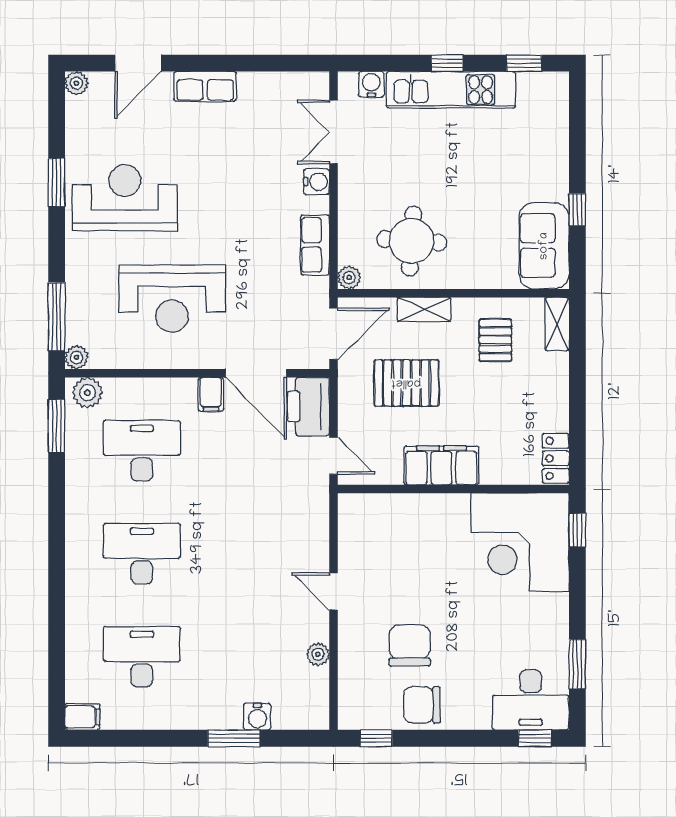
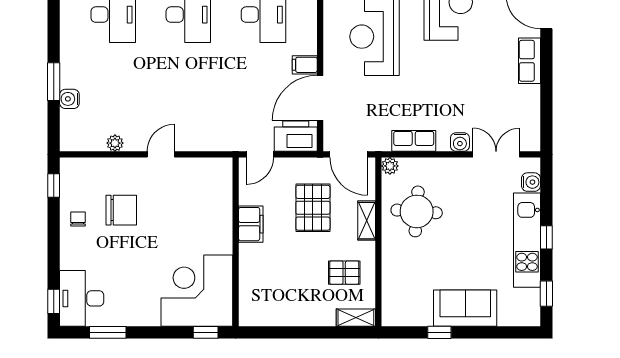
sofa: (544, 246) -> (465, 308), moved
locker: (556, 458) -> (258, 317), removed
filing cabinet: (441, 465) -> (251, 224), width x0.67, depth x0.86
chair: (422, 705) -> (78, 219), width x0.54, depth x0.54

